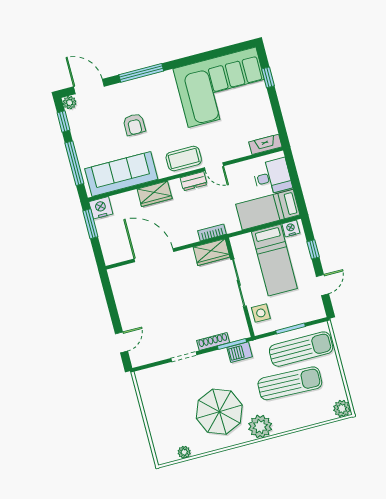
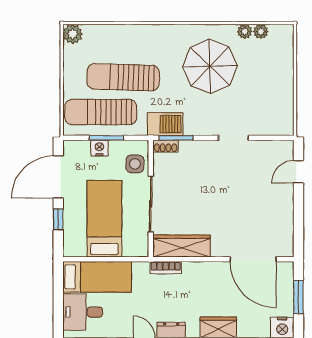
window: (90, 224) -> (298, 297), moved
nightstand: (291, 228) -> (99, 148), moved, turned 180
wardrobe: (212, 252) -> (182, 246), width x1.50
door: (154, 255) -> (253, 259), moved
door: (322, 285) -> (58, 177), width x1.88
shoe rack: (213, 341) -> (166, 146), moved, width x0.70
barbecue: (240, 352) -> (165, 124), width x1.38, depth x1.27
plant: (260, 426) -> (245, 31), moved, width x0.53, depth x0.53

